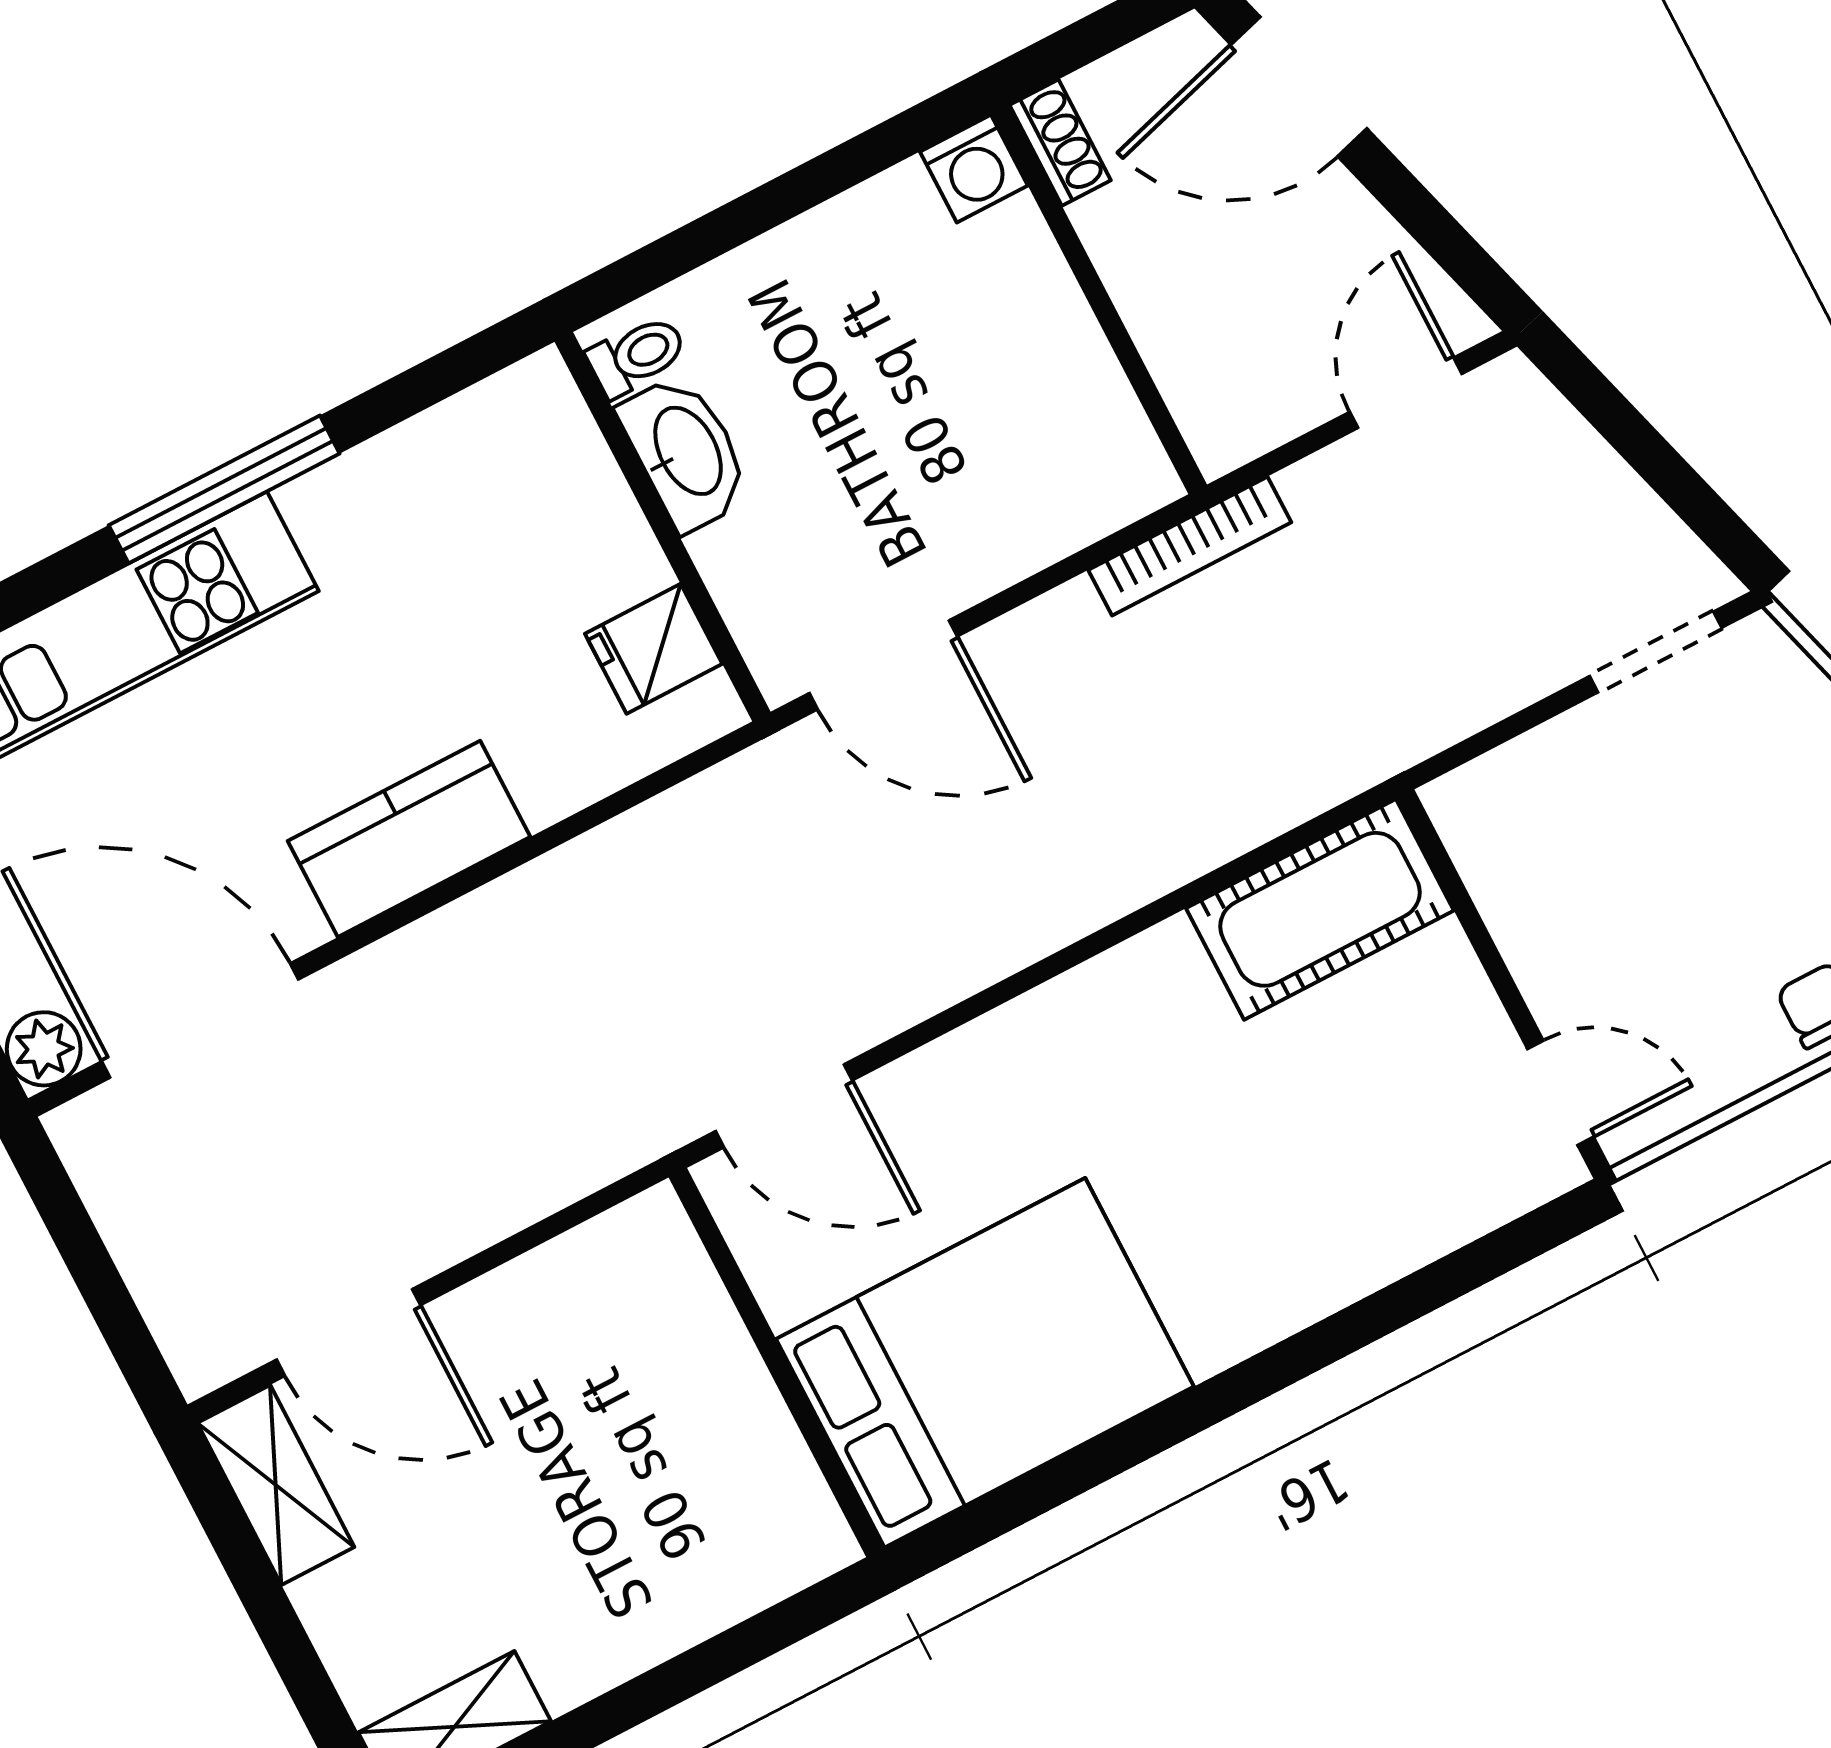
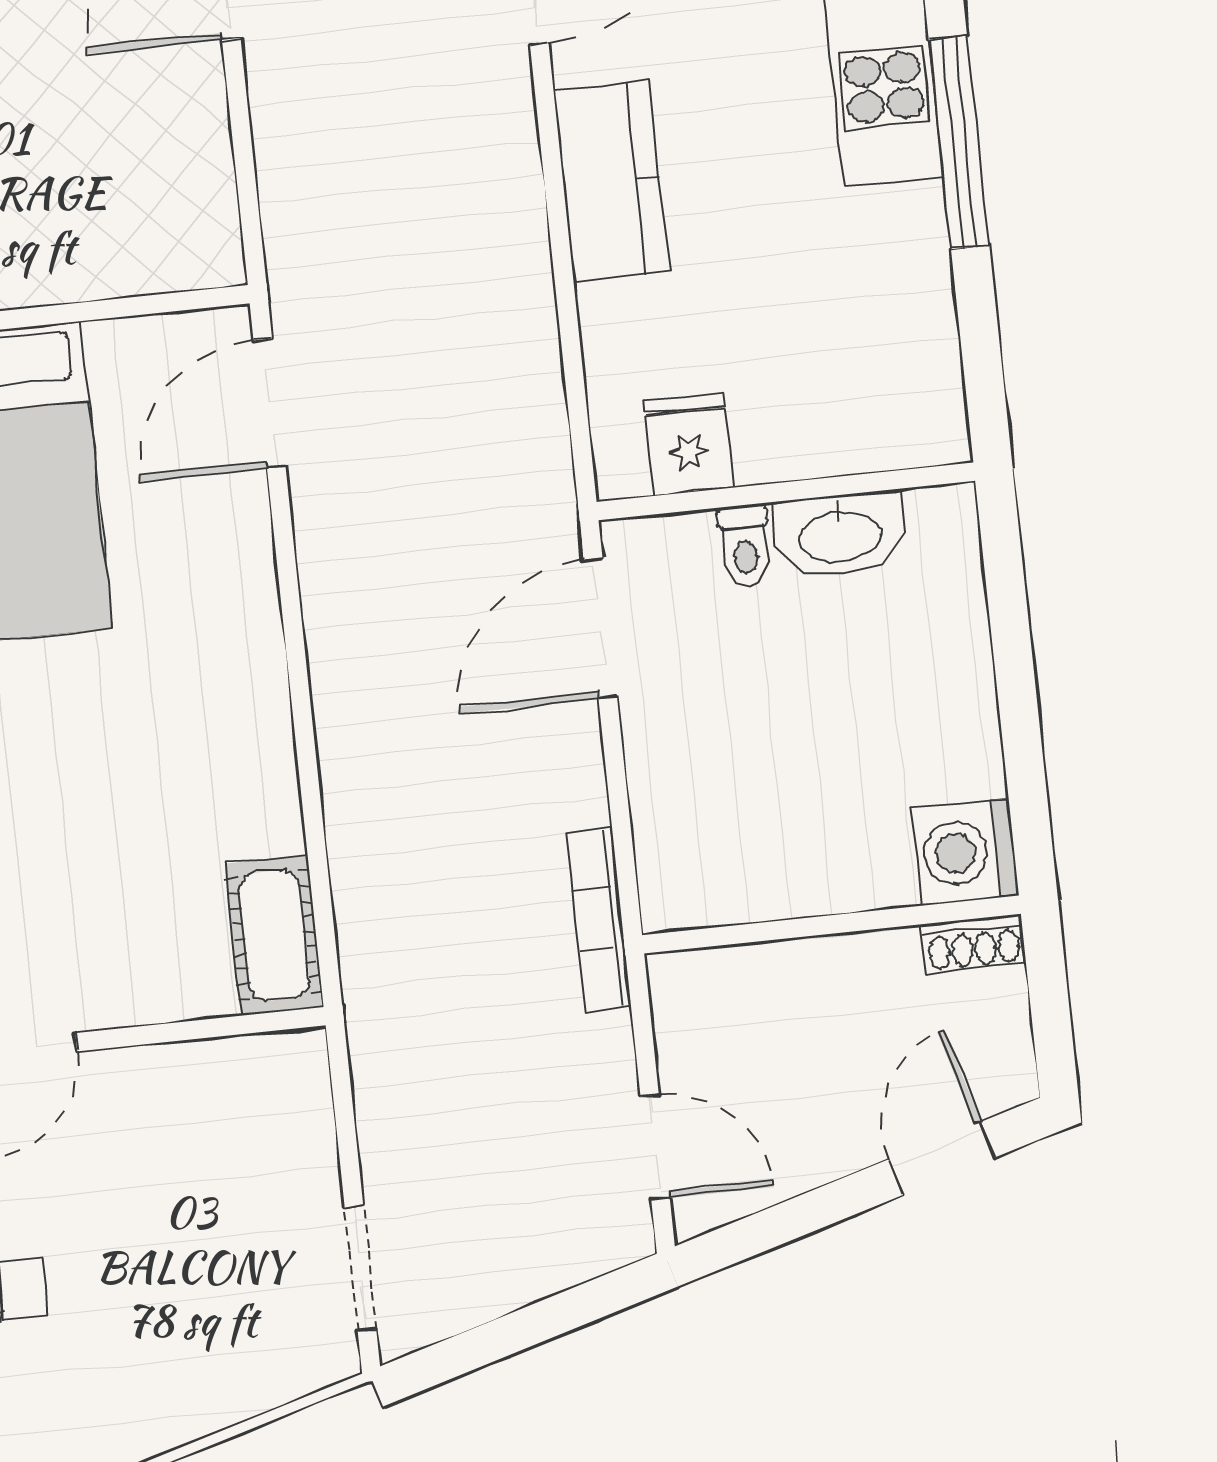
door: (1299, 87) -> (942, 1158), width x0.73
washing machine: (974, 169) -> (965, 852), width x1.38, depth x1.38
toilet: (637, 356) -> (745, 546), moved
cot: (1320, 909) -> (274, 935), width x0.73, depth x0.75

